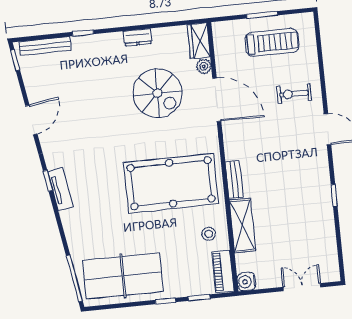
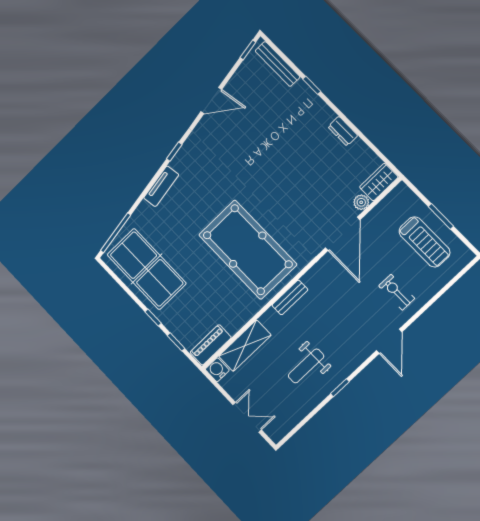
spiral stairs: (157, 93) -> (311, 183), removed
tv unit: (60, 189) -> (161, 186), moved
weight bench: (297, 209) -> (306, 366), added
shelving: (242, 225) -> (245, 346), moved
stool: (209, 234) -> (231, 311), removed

